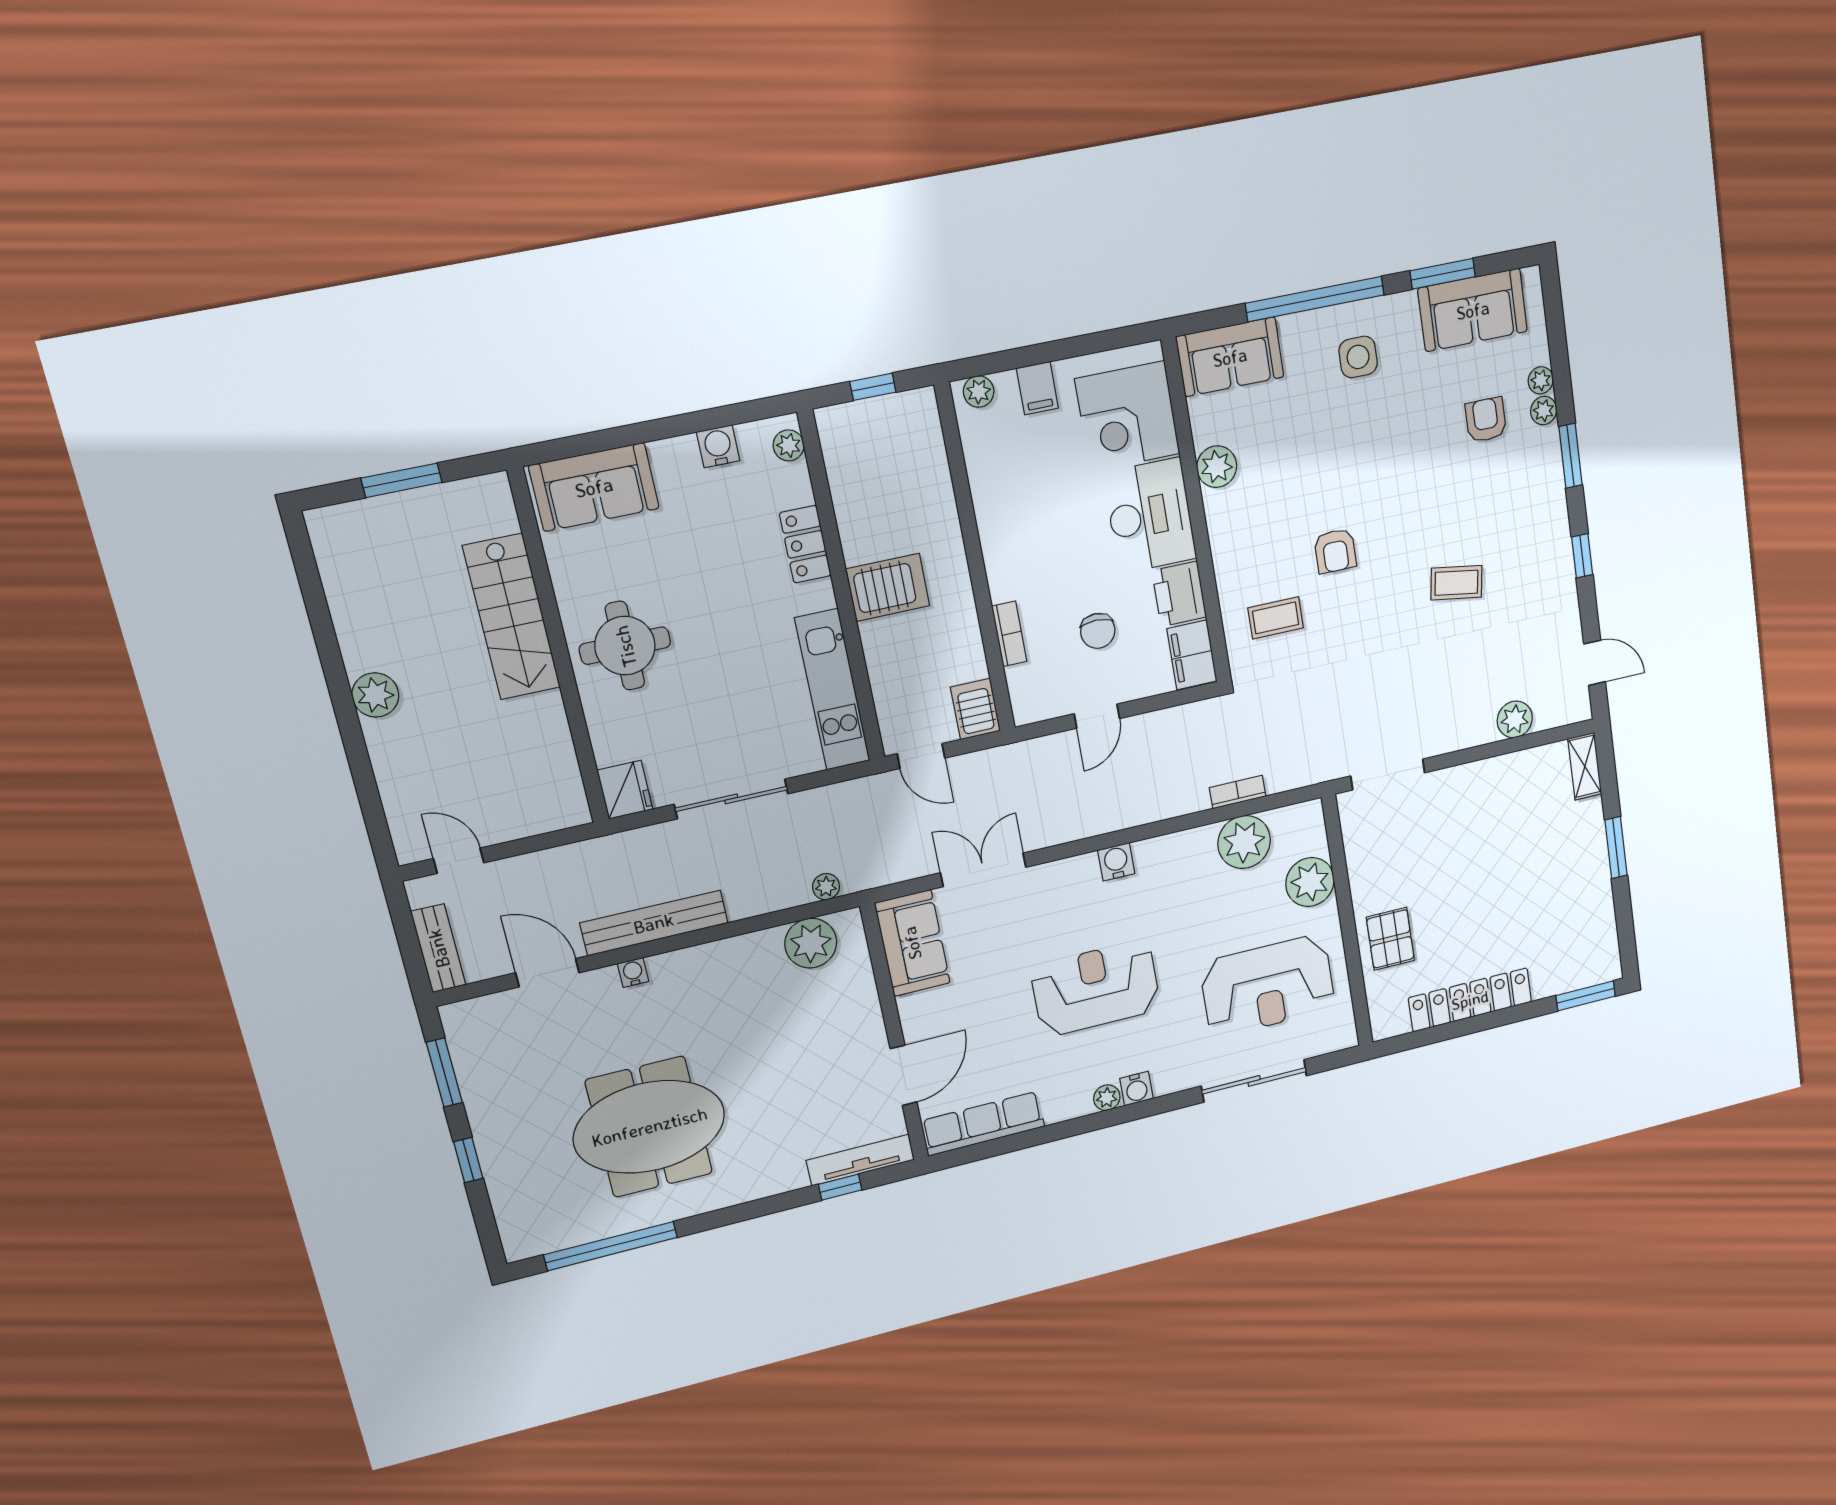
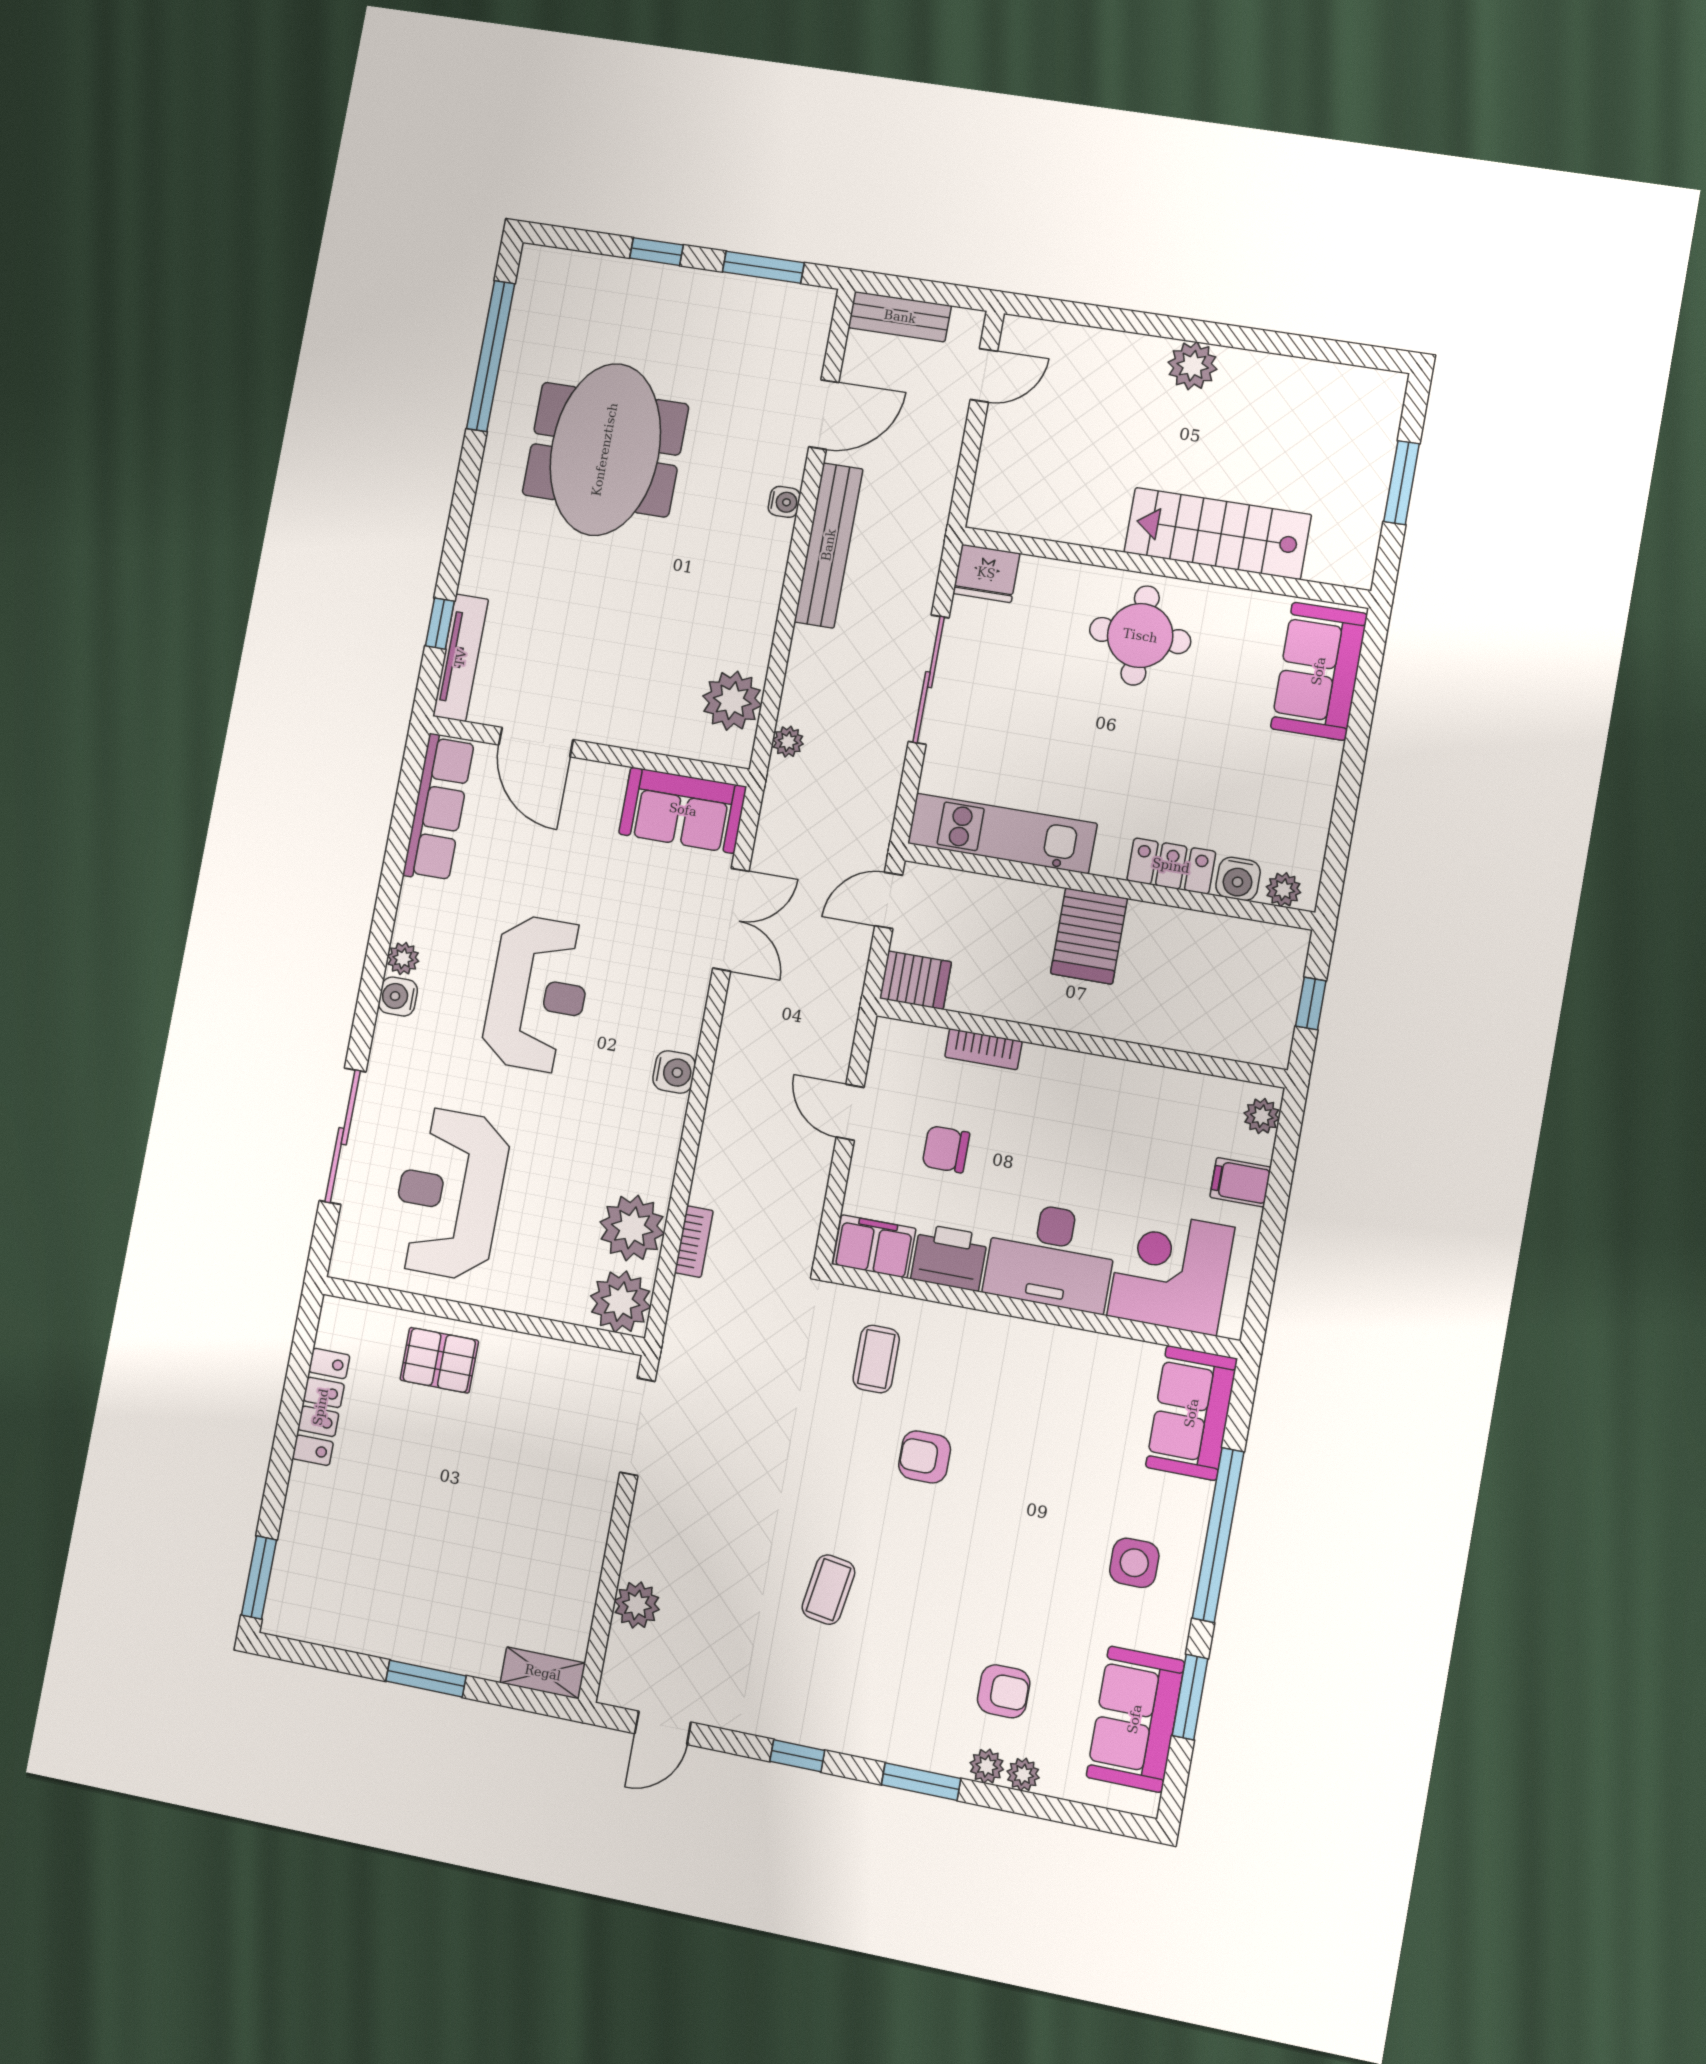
water cooler: (718, 446) -> (1238, 879), moved, turned 90
plant: (1217, 467) -> (1075, 1353), removed
plant: (1310, 882) -> (621, 1302), moved
locker: (1470, 1000) -> (321, 1407), width x0.71, depth x0.83

